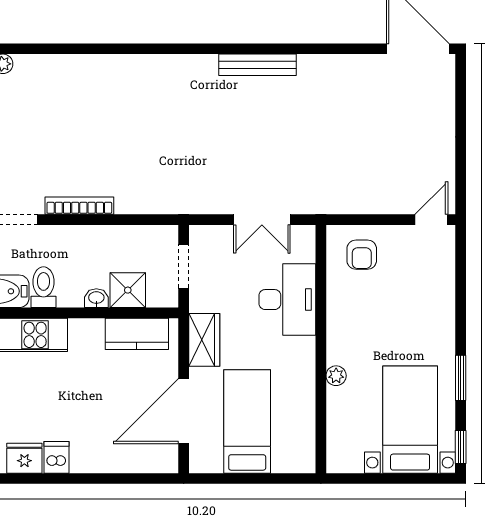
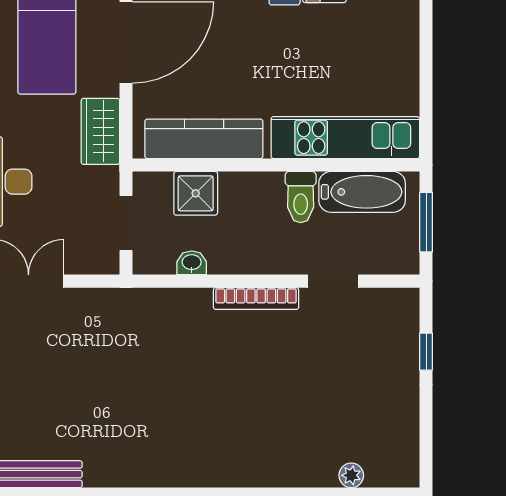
washbasin: (96, 298) -> (192, 263), moved, turned 180
kitchen counter: (137, 334) -> (204, 139), width x1.50

